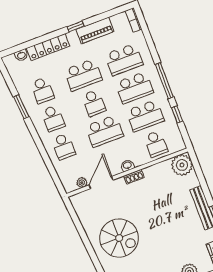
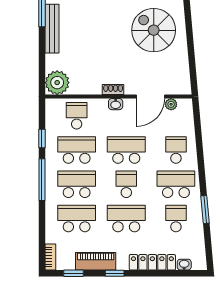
window: (109, 14) -> (74, 273), added
school desk: (53, 118) -> (176, 184), width x1.85

